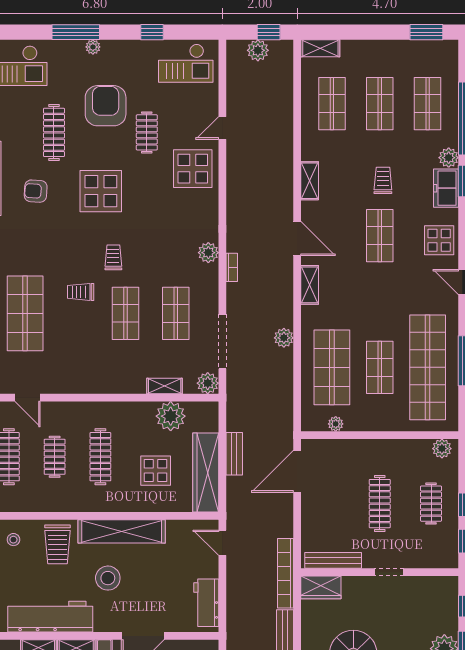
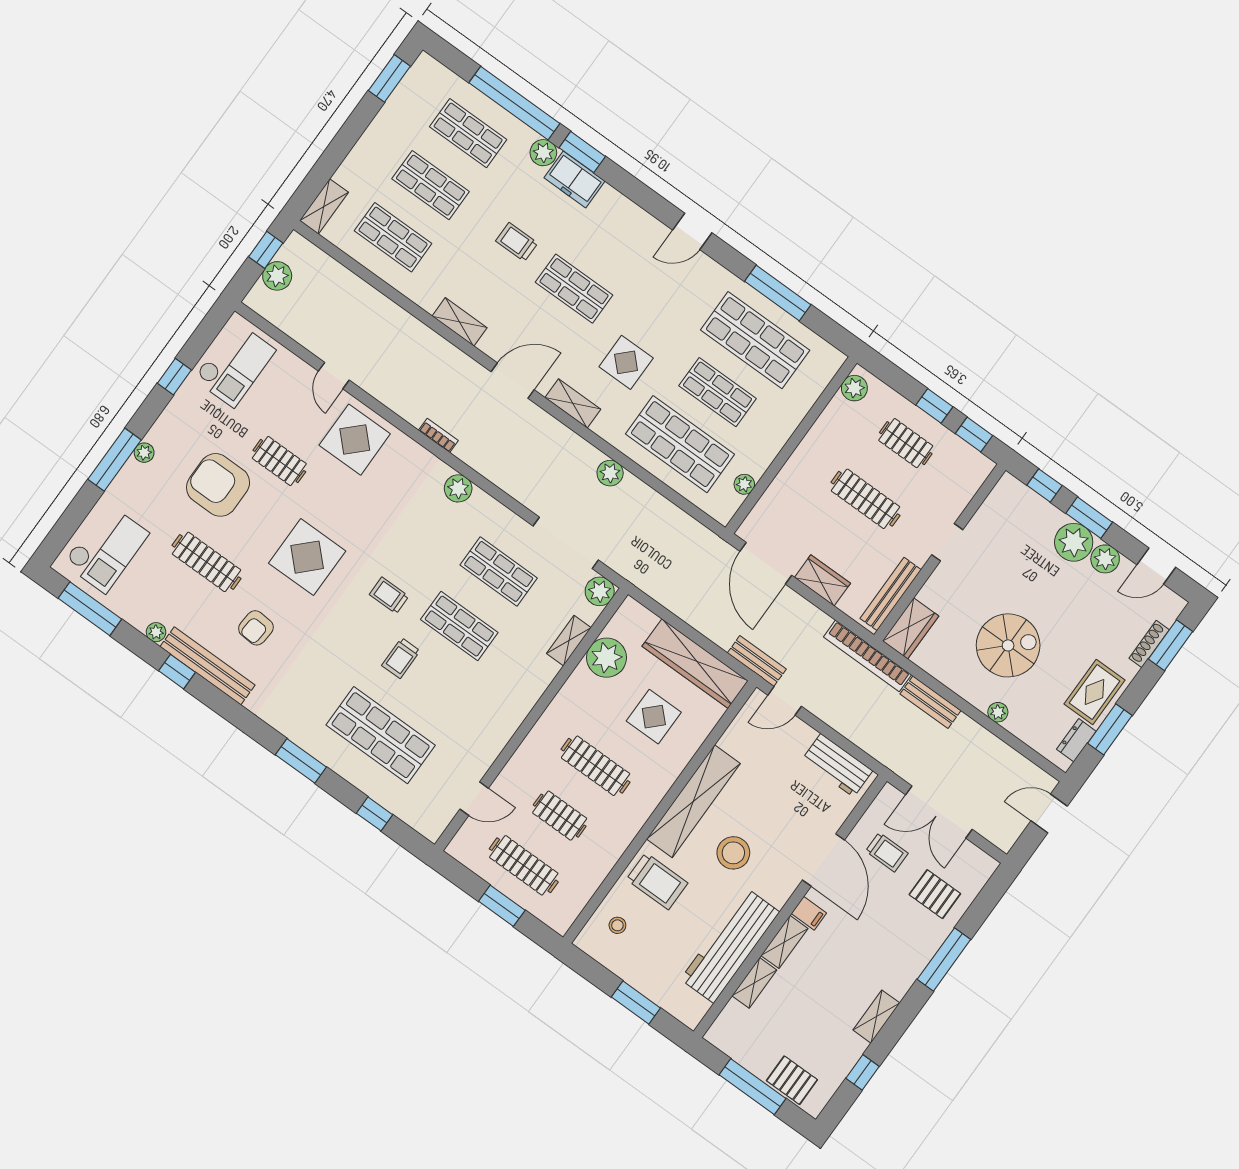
display table: (439, 240) -> (626, 362), moved
bookcase: (232, 267) -> (438, 435), moved
shop shelf: (428, 367) -> (755, 340), width x0.71
bench: (234, 454) -> (757, 661), moved
wardrobe: (312, 513) -> (822, 580), added

